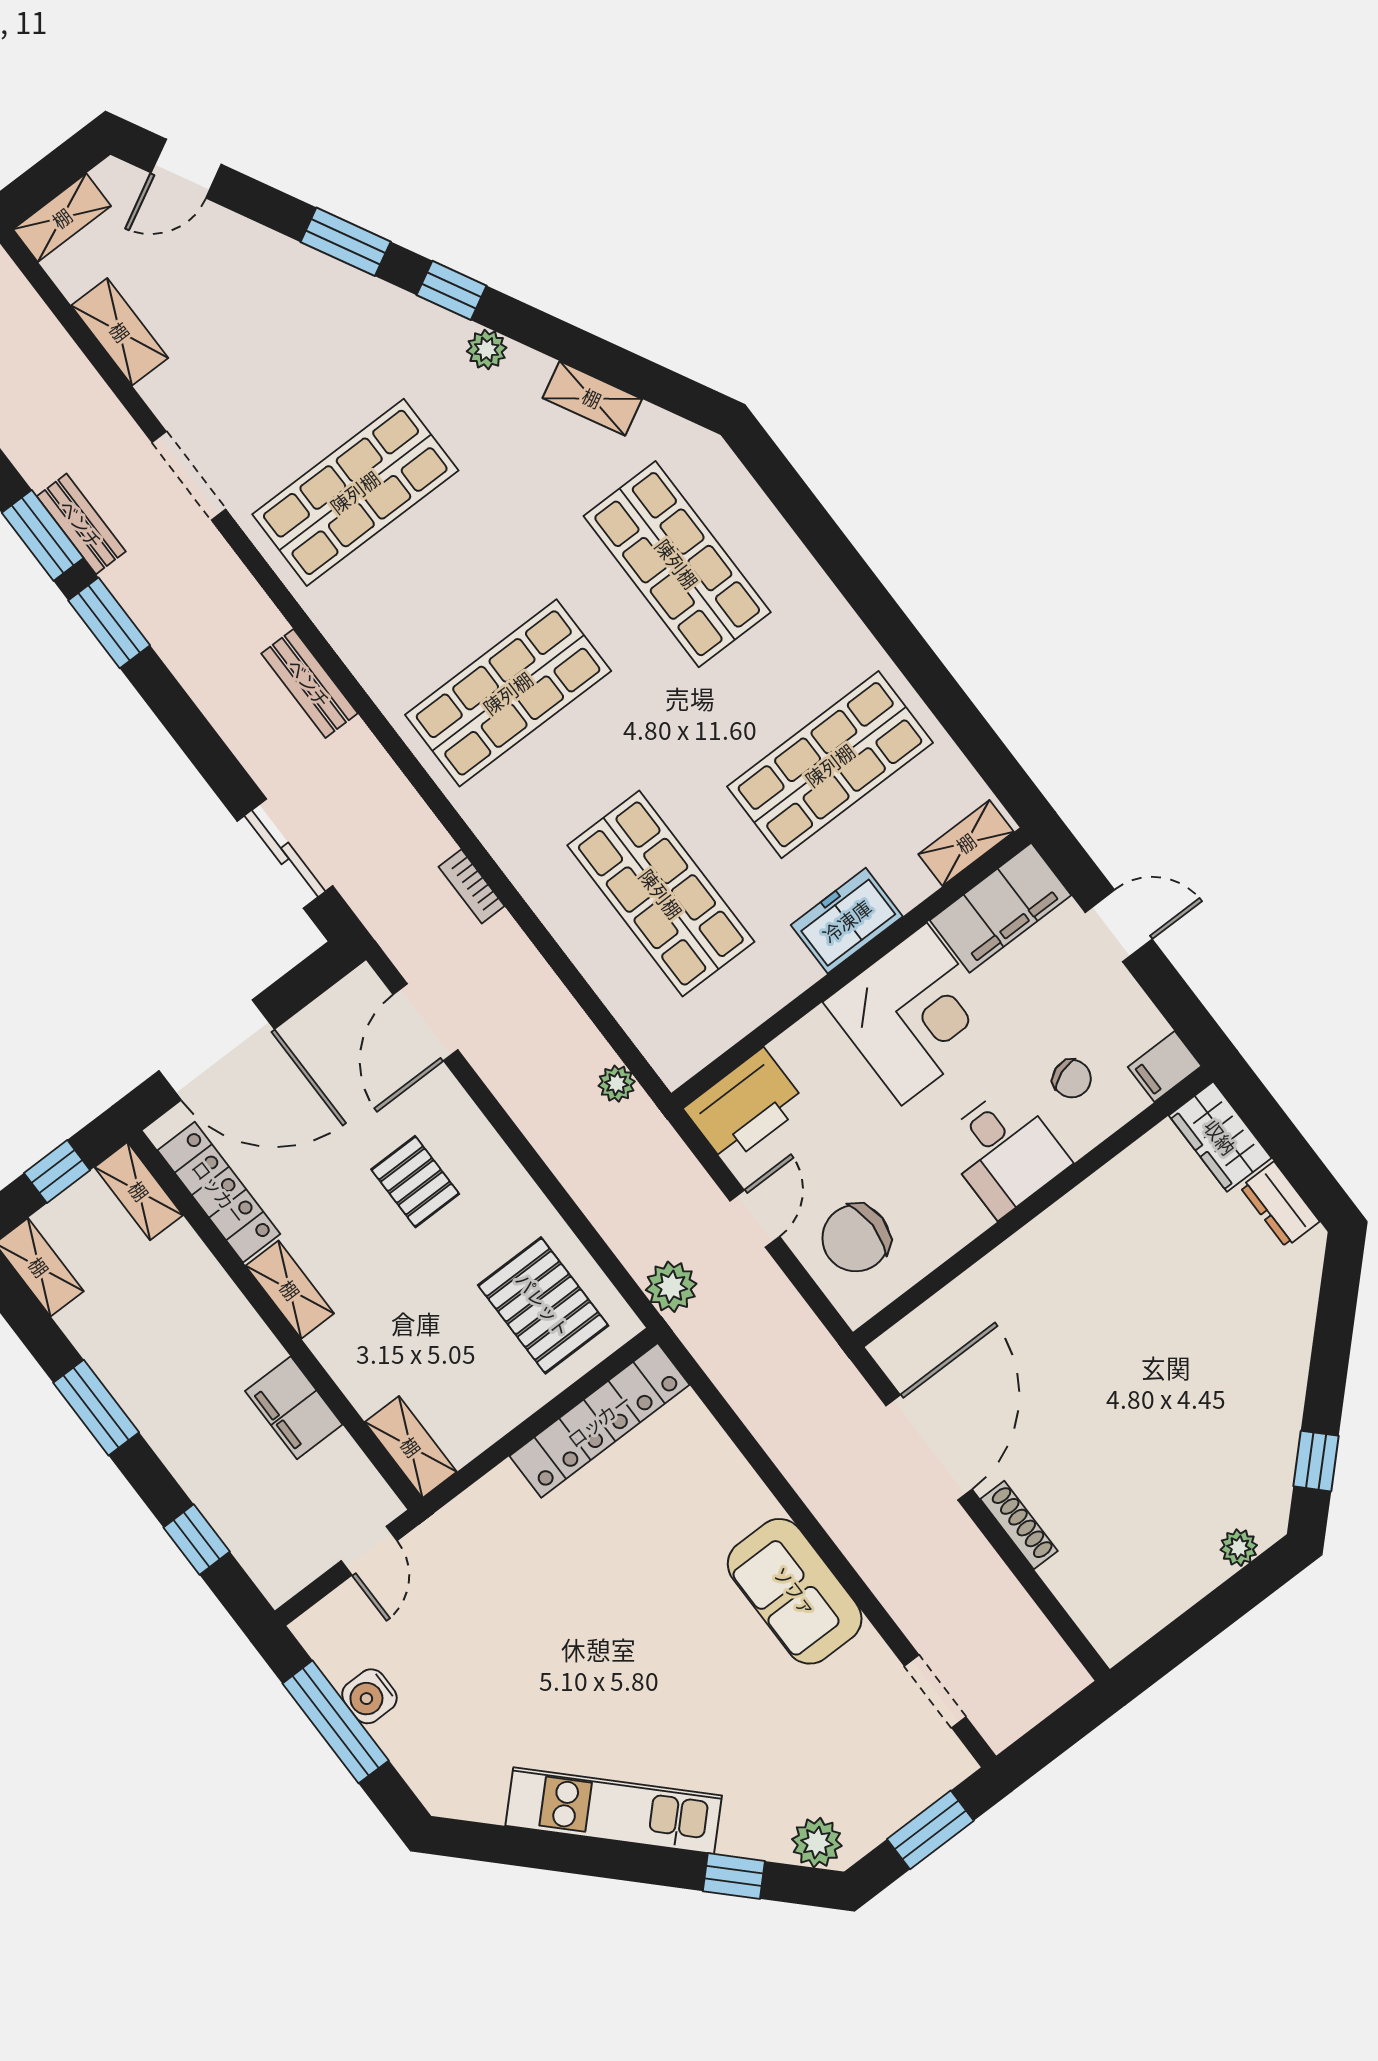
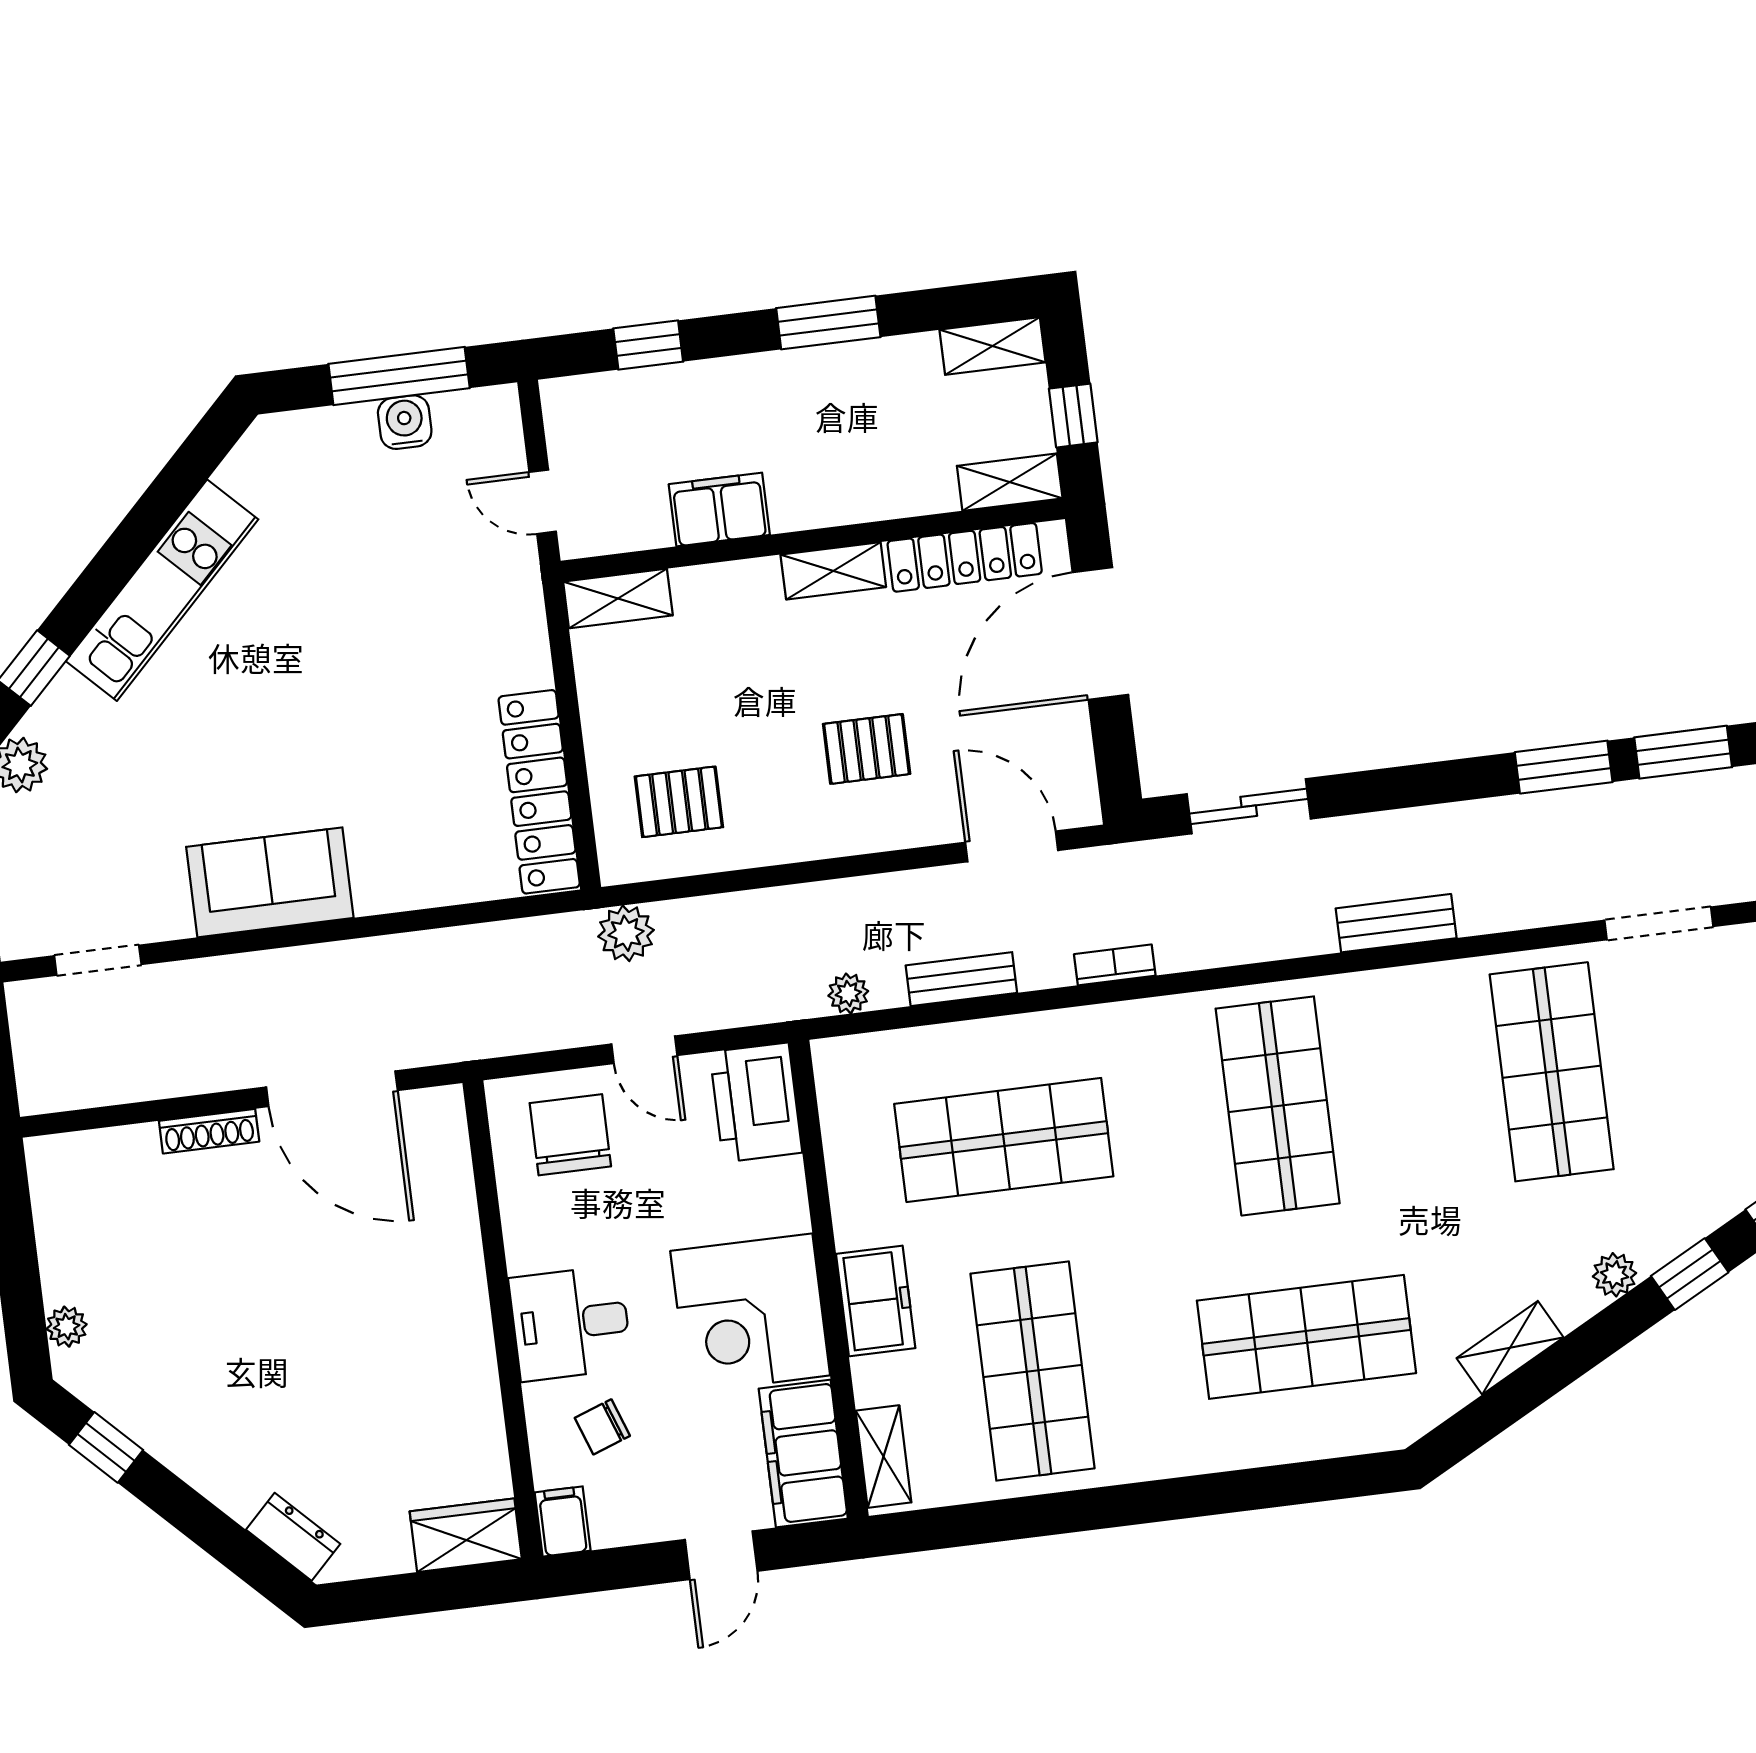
bench: (81, 524) -> (961, 979), moved
dresser: (1280, 1204) -> (293, 1537), moved, turned 45
pallet: (543, 1305) -> (679, 802), width x0.67, depth x0.71

